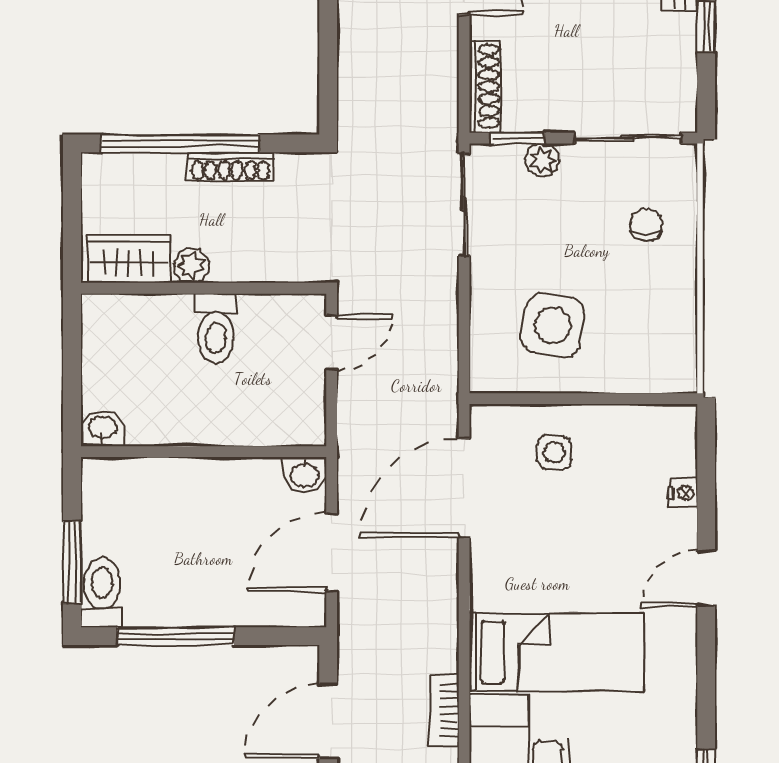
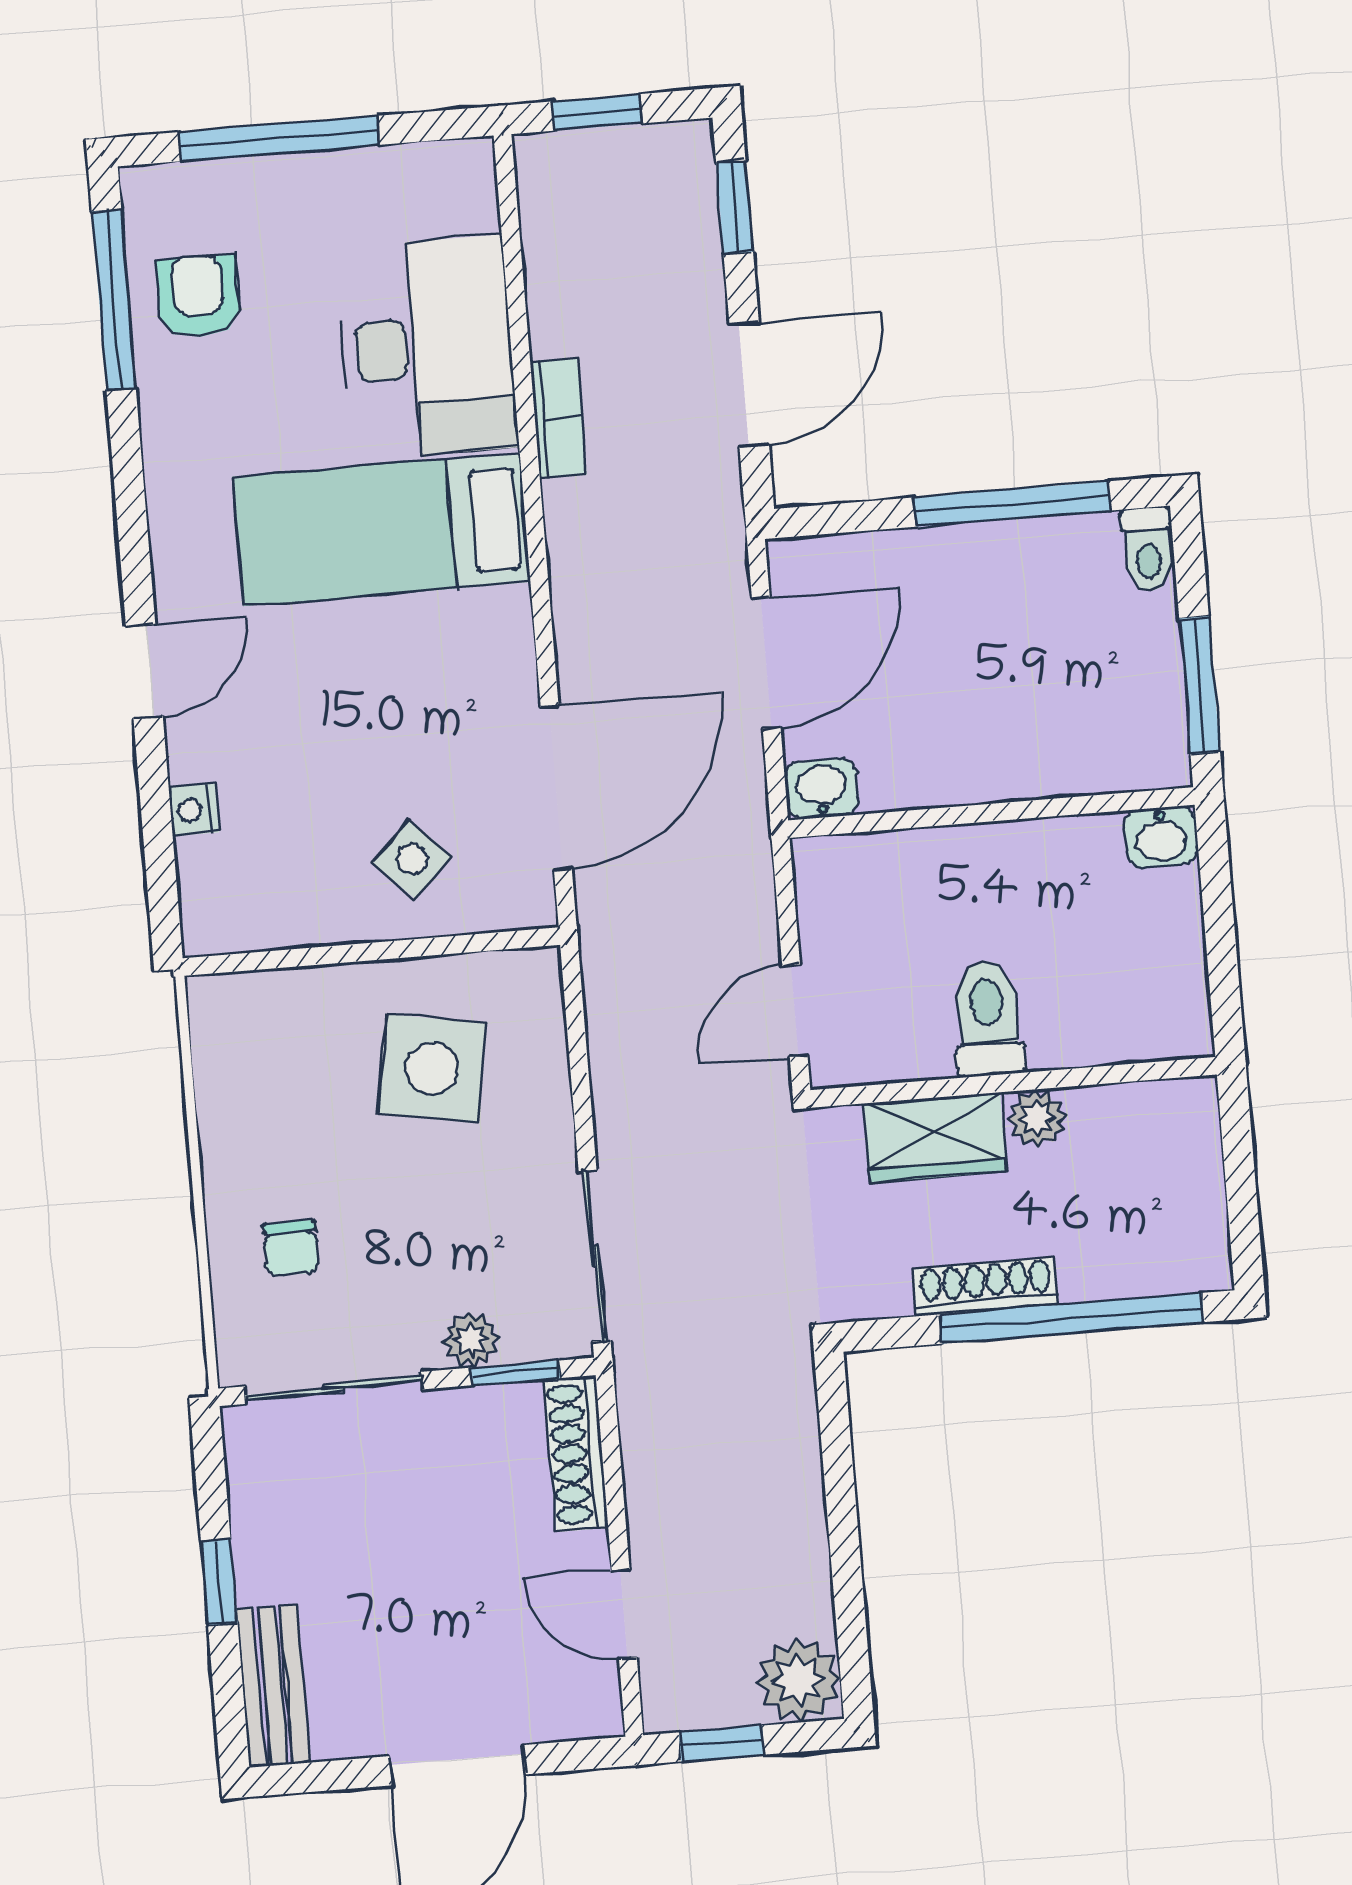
wardrobe: (129, 259) -> (935, 1137), moved
side table: (554, 452) -> (412, 859), turned 45
window: (72, 562) -> (1200, 685), moved
toilet: (102, 592) -> (1148, 549), width x0.73, depth x0.72

